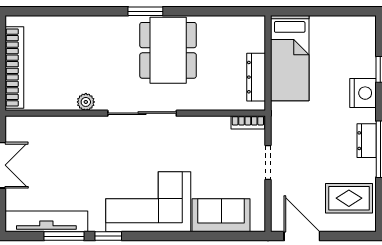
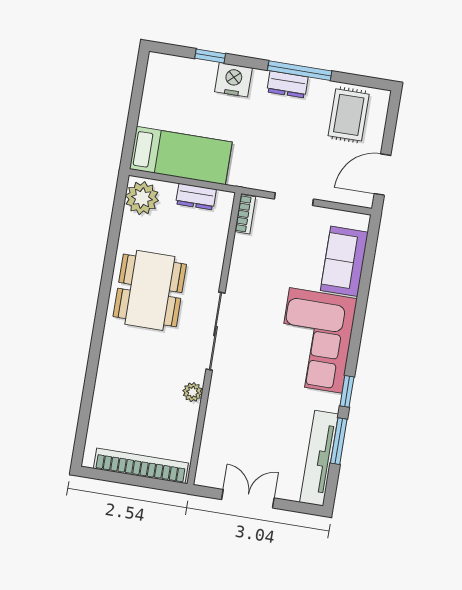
window: (145, 11) -> (102, 309), removed
plant: (247, 30) -> (142, 198), added
dining table: (168, 50) -> (150, 290), turned 90
dresser: (256, 77) -> (196, 197), width x0.70

